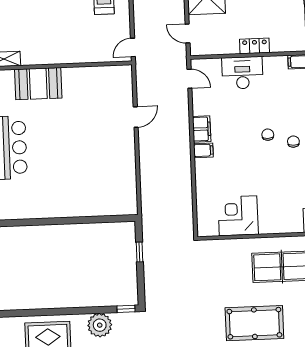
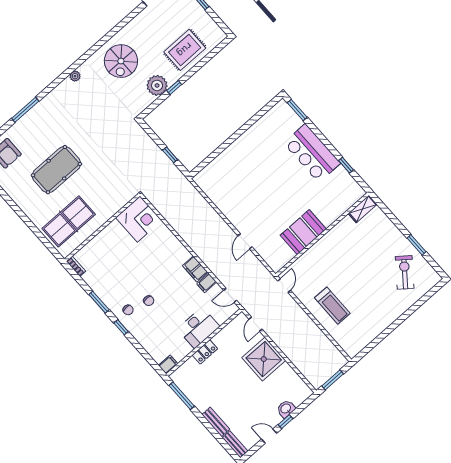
door: (188, 34) -> (256, 324), swing flipped
booth: (38, 84) -> (303, 232), moved
filing cabinet: (203, 150) -> (207, 283), moved
corner desk: (238, 216) -> (139, 219), moved
window: (126, 309) -> (174, 88), moved

